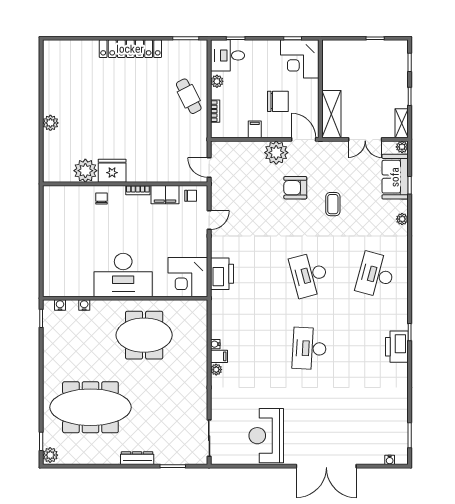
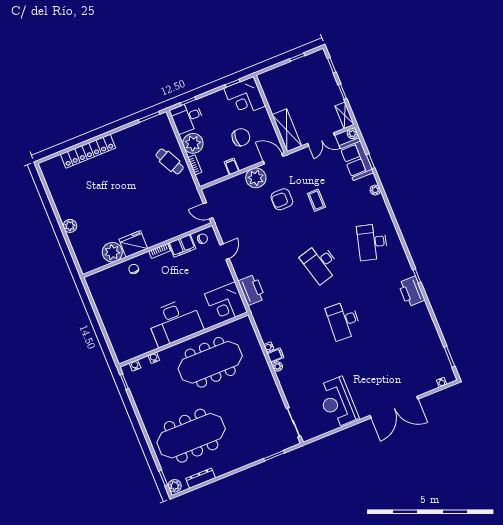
locker: (130, 49) -> (88, 151), moved
plant: (217, 81) -> (193, 143), width x1.88, depth x1.88
meeting table: (144, 335) -> (210, 362), width x1.36
dresser: (137, 458) -> (201, 478), moved

